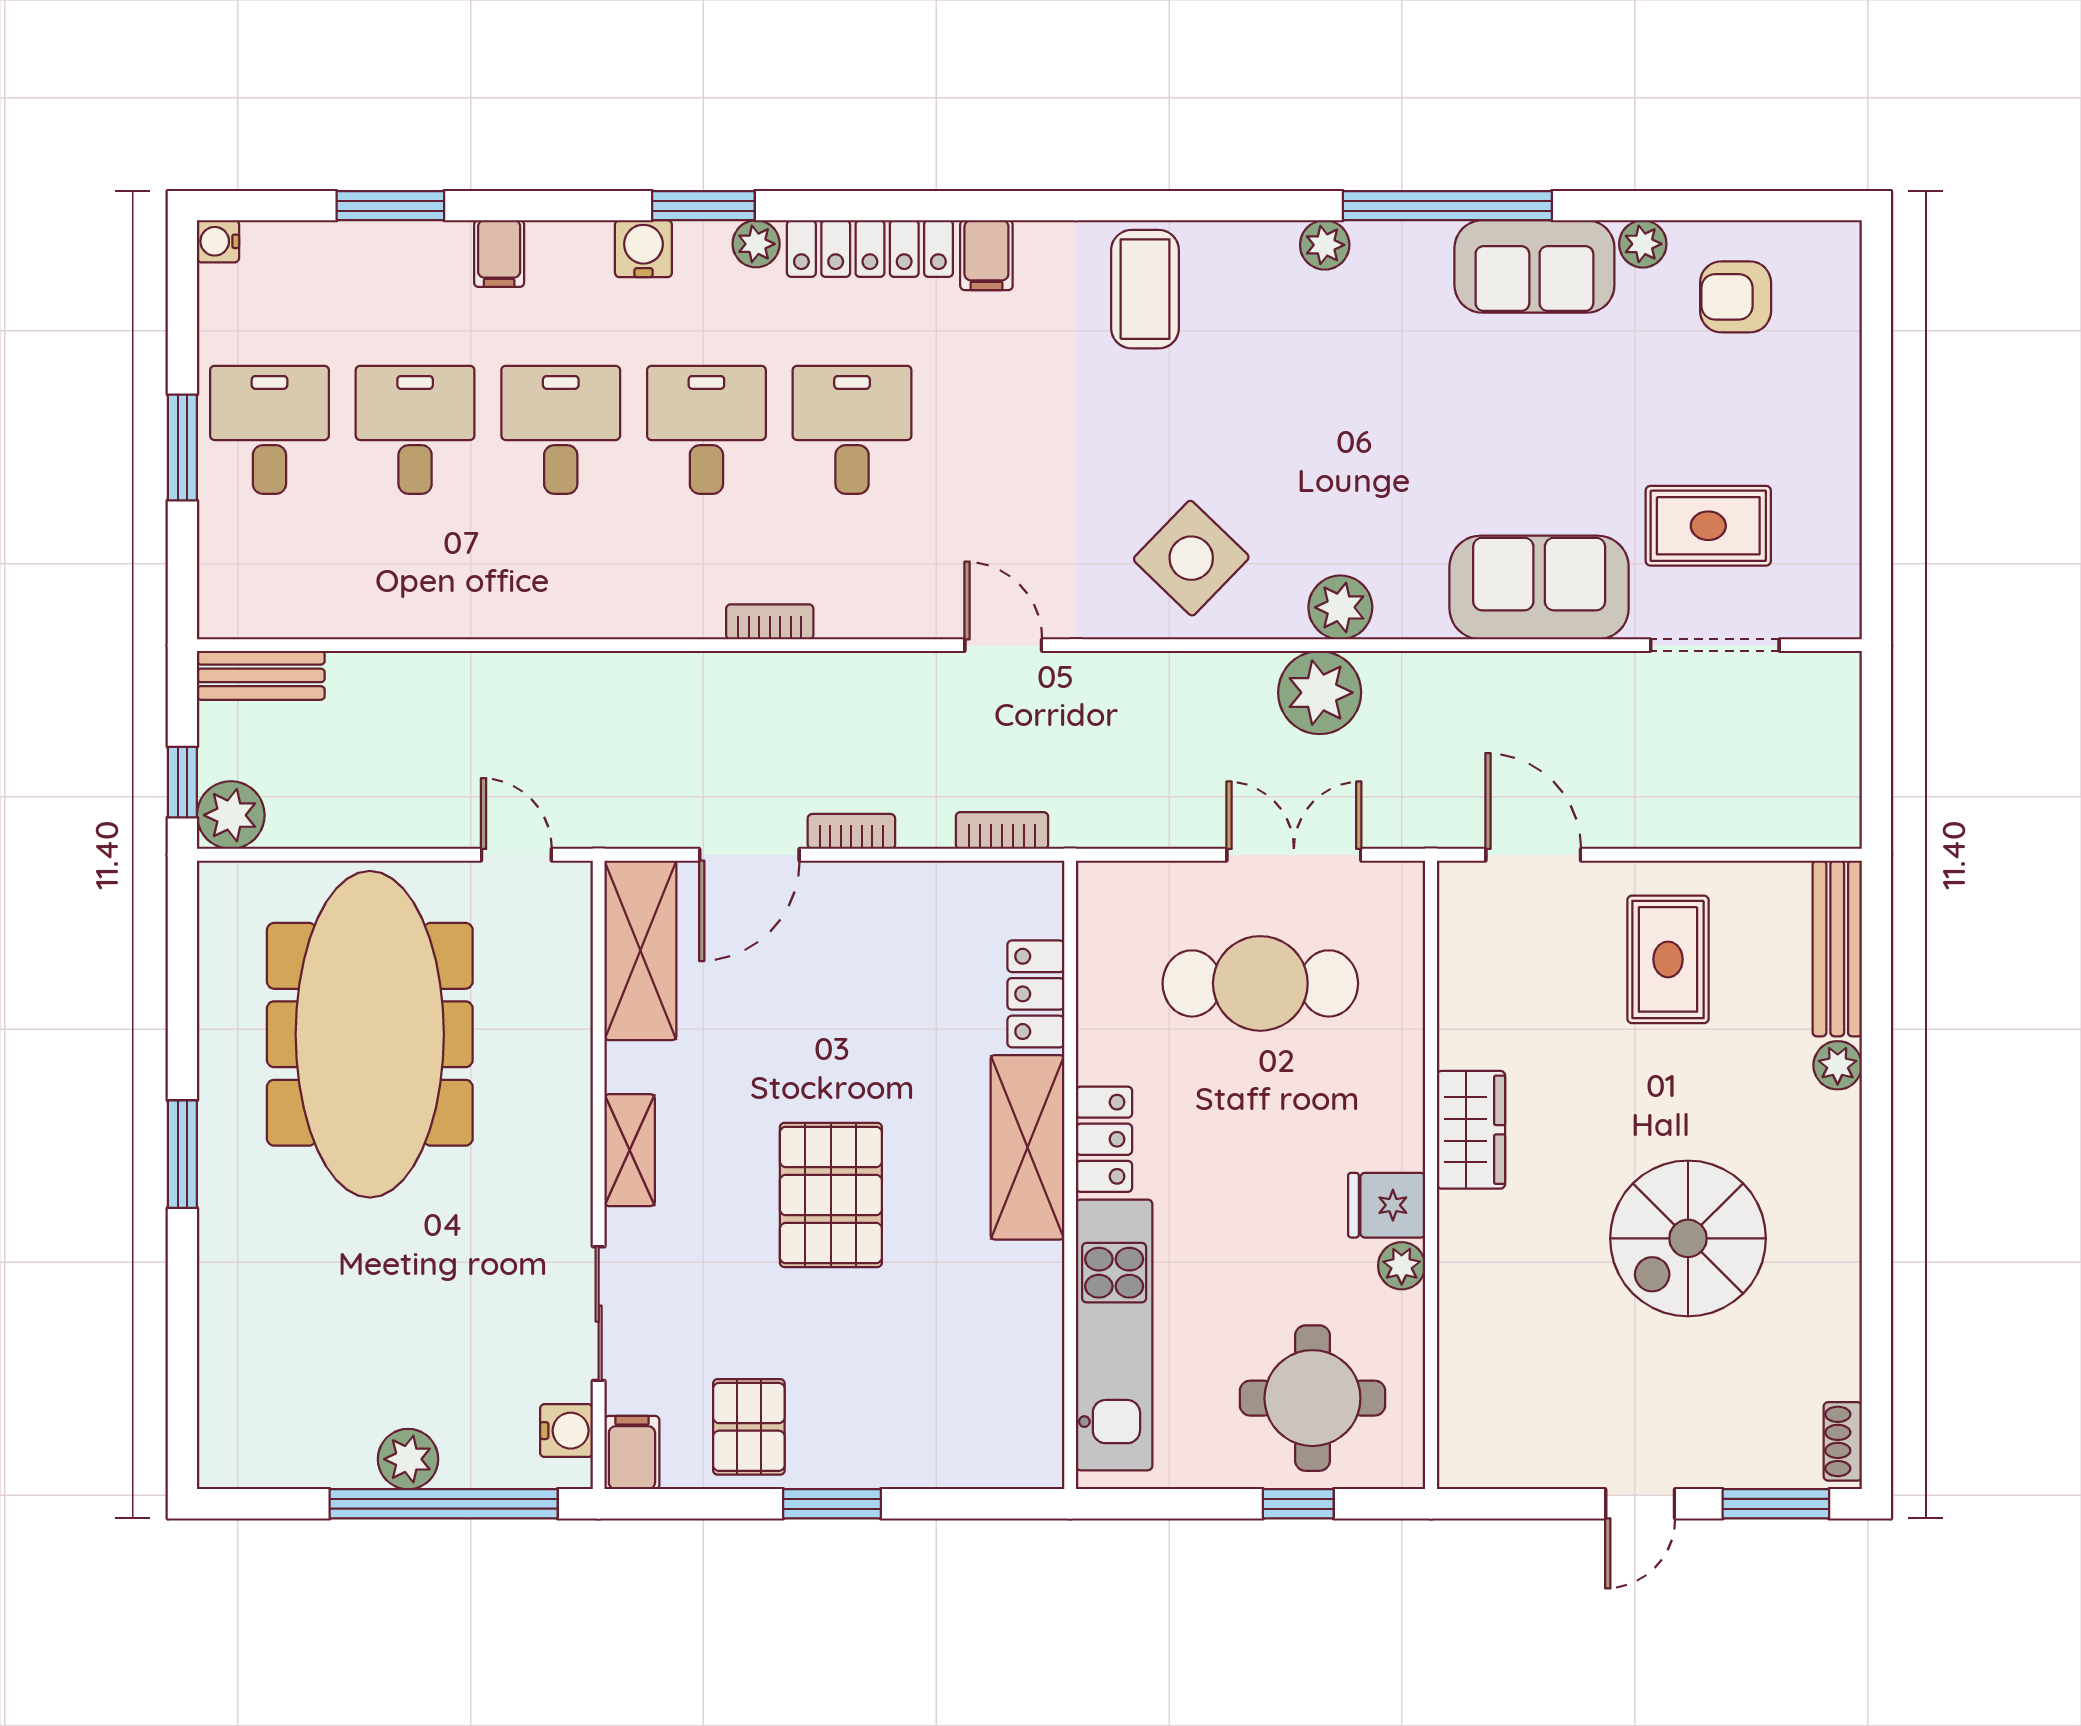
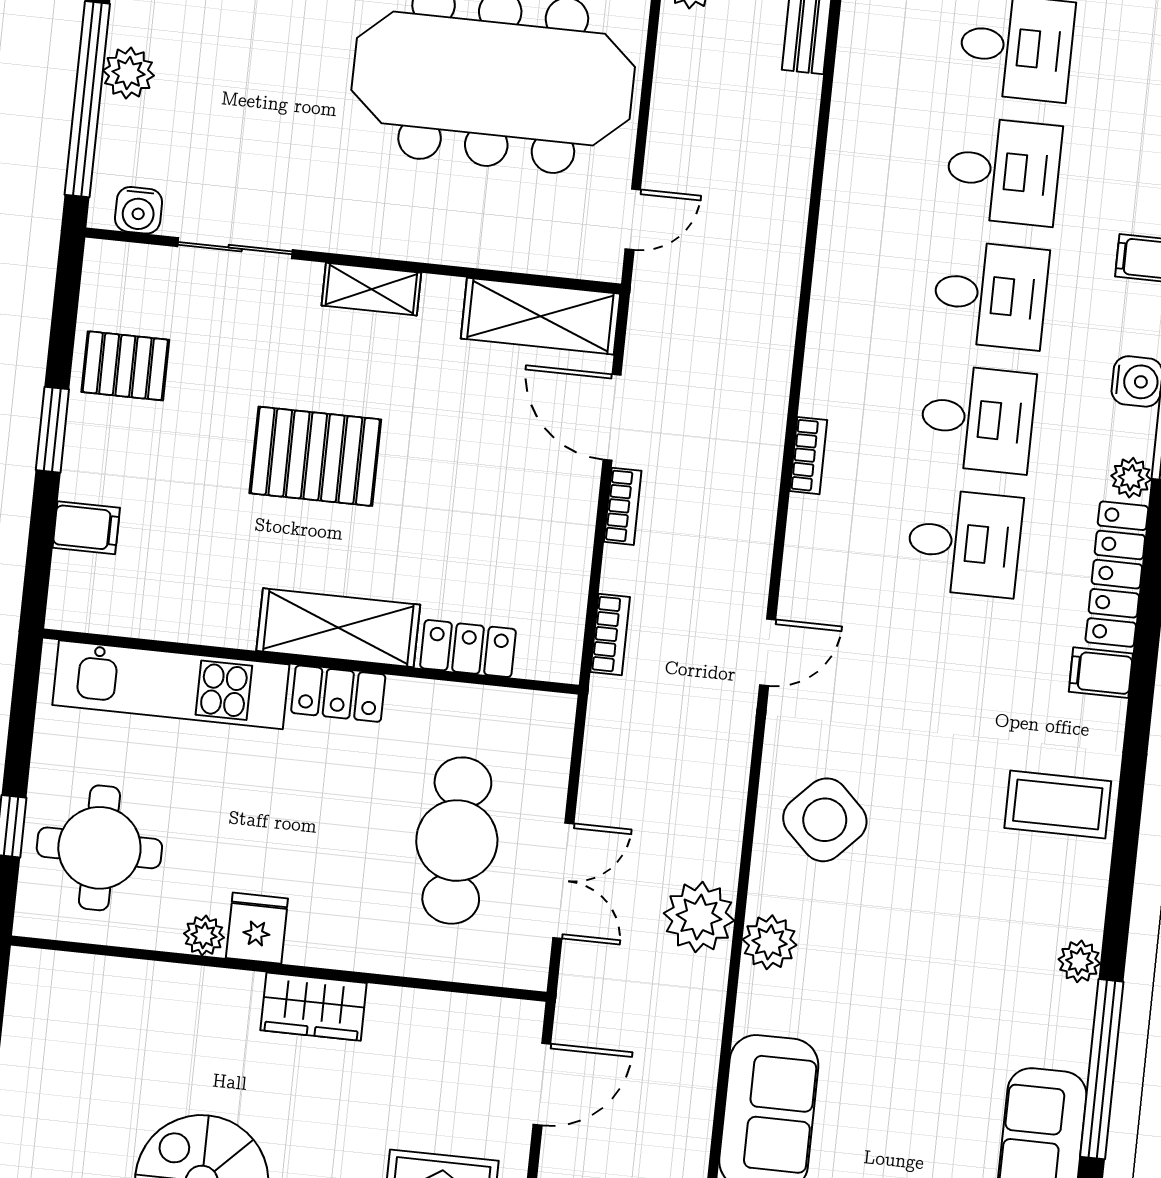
filing cabinet: (632, 1453) -> (86, 528), moved

